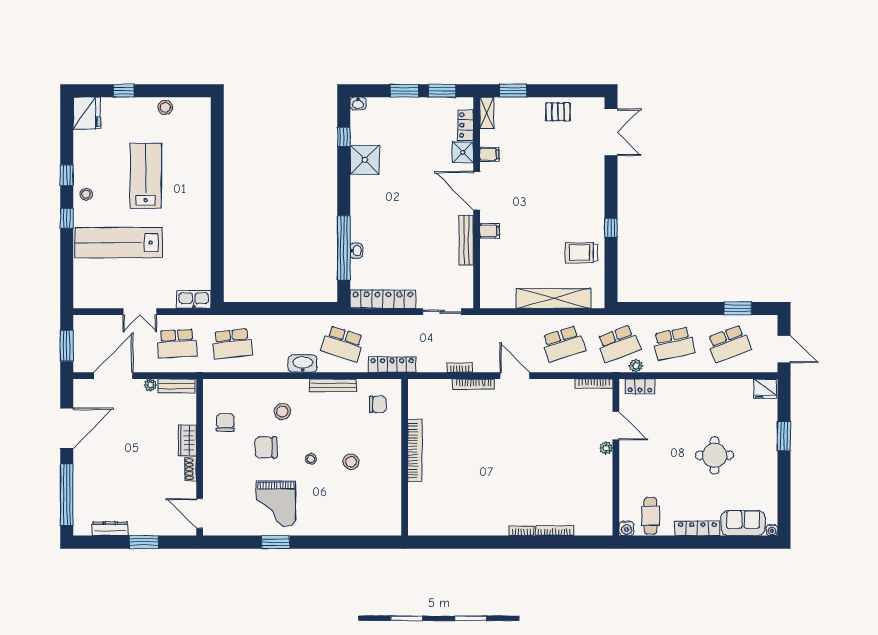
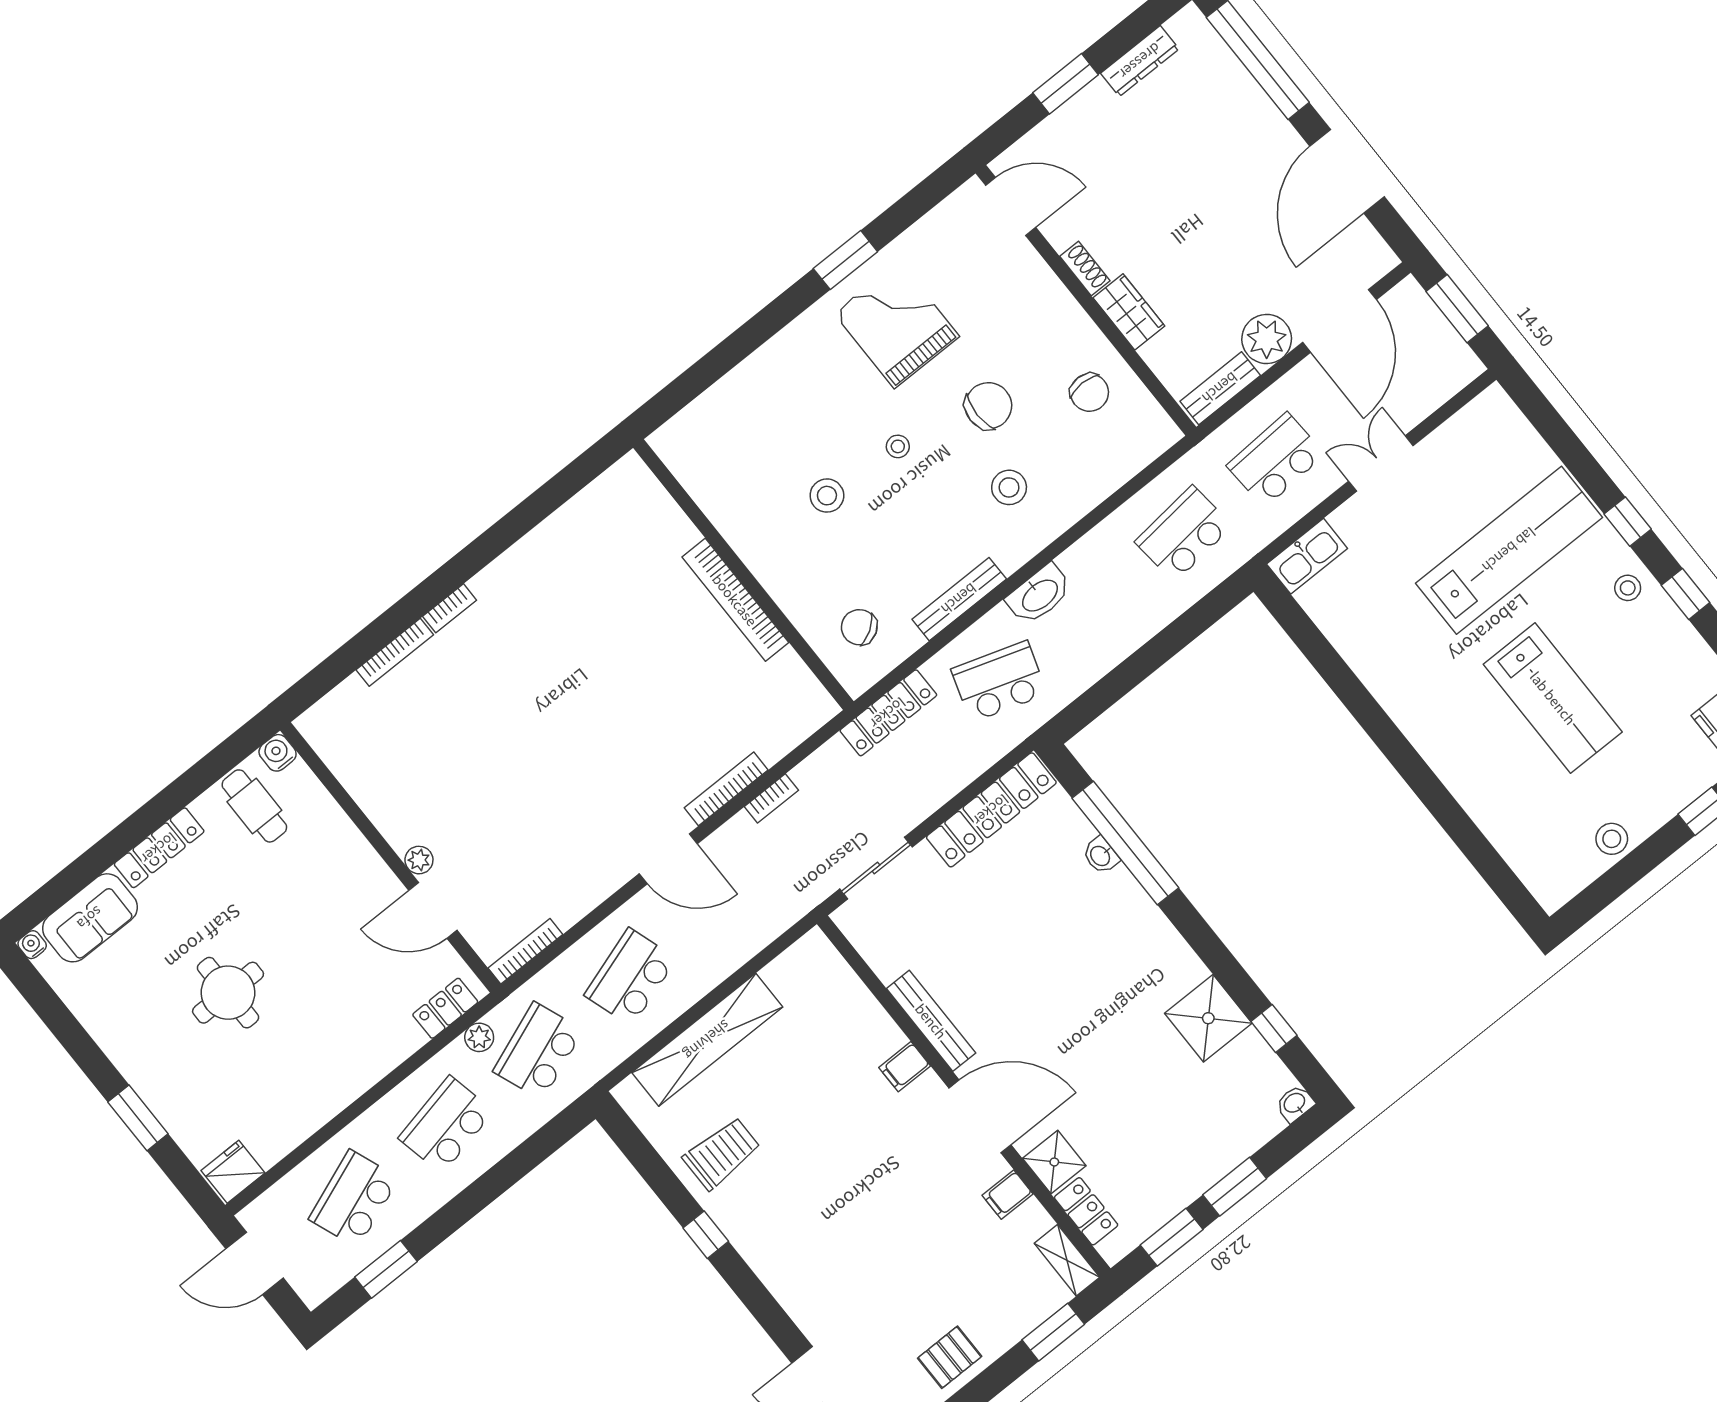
plant: (150, 385) -> (1267, 339), width x1.87, depth x1.87
chair: (378, 404) -> (859, 627), turned 58

